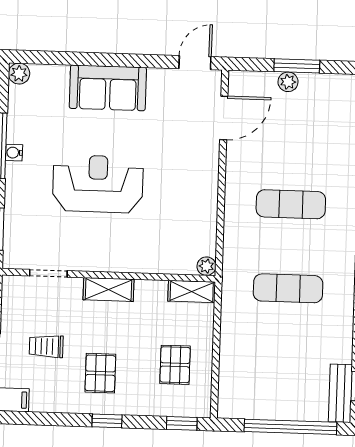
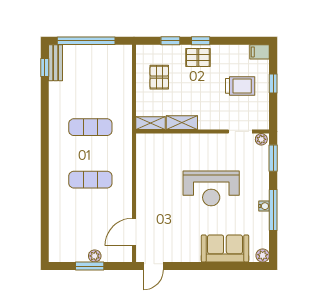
sofa: (108, 88) -> (225, 248), moved
plant: (206, 266) -> (261, 139), moved
shelving: (109, 290) -> (182, 123), moved
trolley: (46, 346) -> (240, 86), width x1.36, depth x1.39
pallet: (100, 373) -> (198, 57), moved, turned 90
window: (182, 423) -> (170, 41), moved

